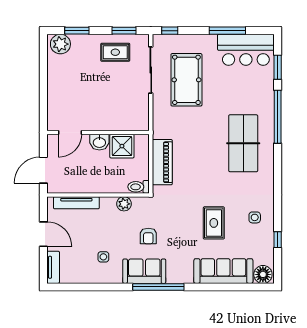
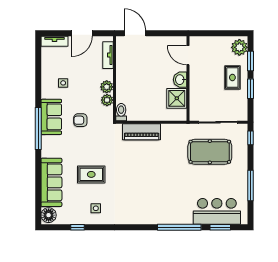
window: (124, 31) -> (251, 89), moved
bar counter: (246, 50) -> (217, 211), moved, turned 90
rug: (115, 52) -> (232, 77), moved
door: (70, 132) -> (188, 55), moved
wall: (98, 132) -> (188, 79), moved
washbasin: (99, 142) -> (180, 80), moved
table tennis table: (243, 143) -> (157, 199), removed
shower: (122, 146) -> (177, 98), moved
tv unit: (76, 203) -> (108, 55), width x0.71
plant: (108, 204) -> (107, 87), added

